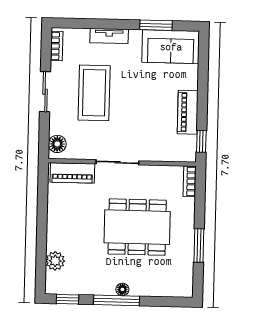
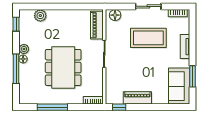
window: (199, 245) -> (52, 107), width x1.44
plant: (107, 288) -> (24, 49), added
window: (117, 300) -> (16, 69), moved

